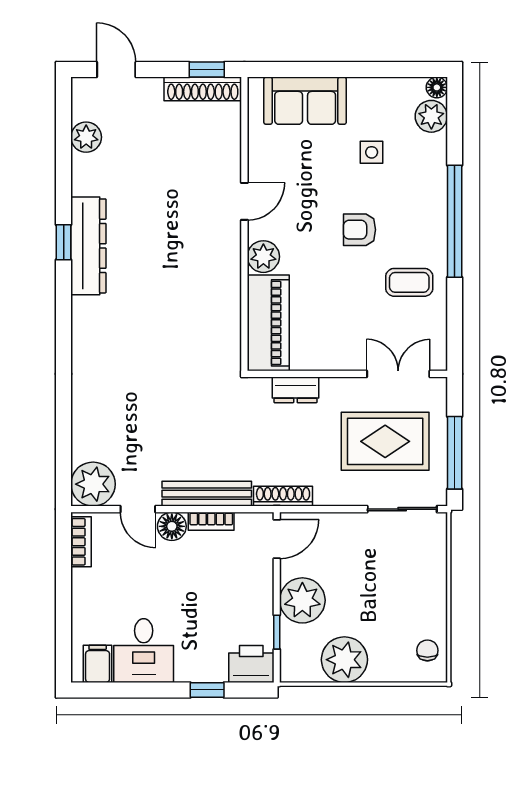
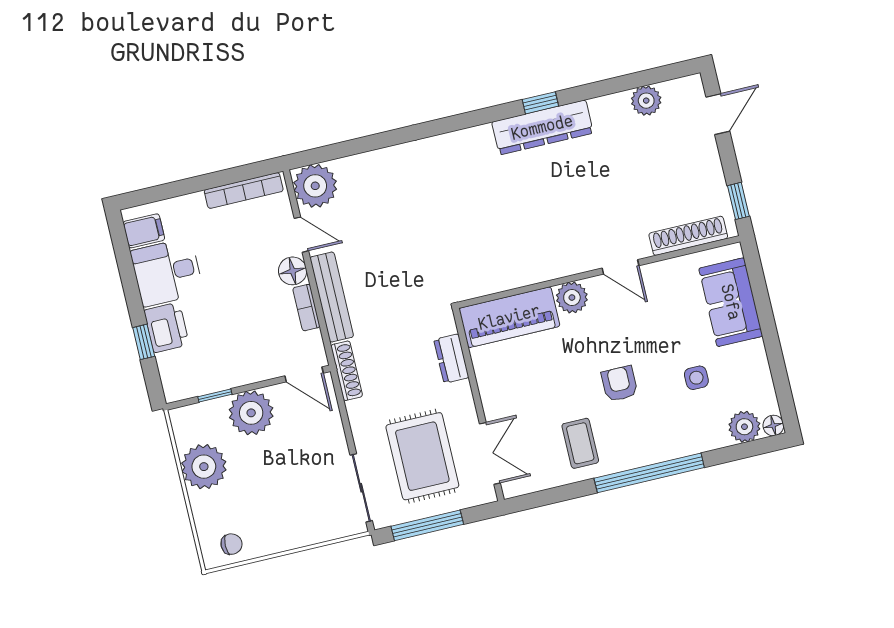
shoe rack: (203, 89) -> (688, 236), moved, turned 90
door: (138, 509) -> (301, 235), swing flipped
bookcase: (81, 542) -> (244, 191), width x1.56
printer: (251, 664) -> (167, 327), moved

